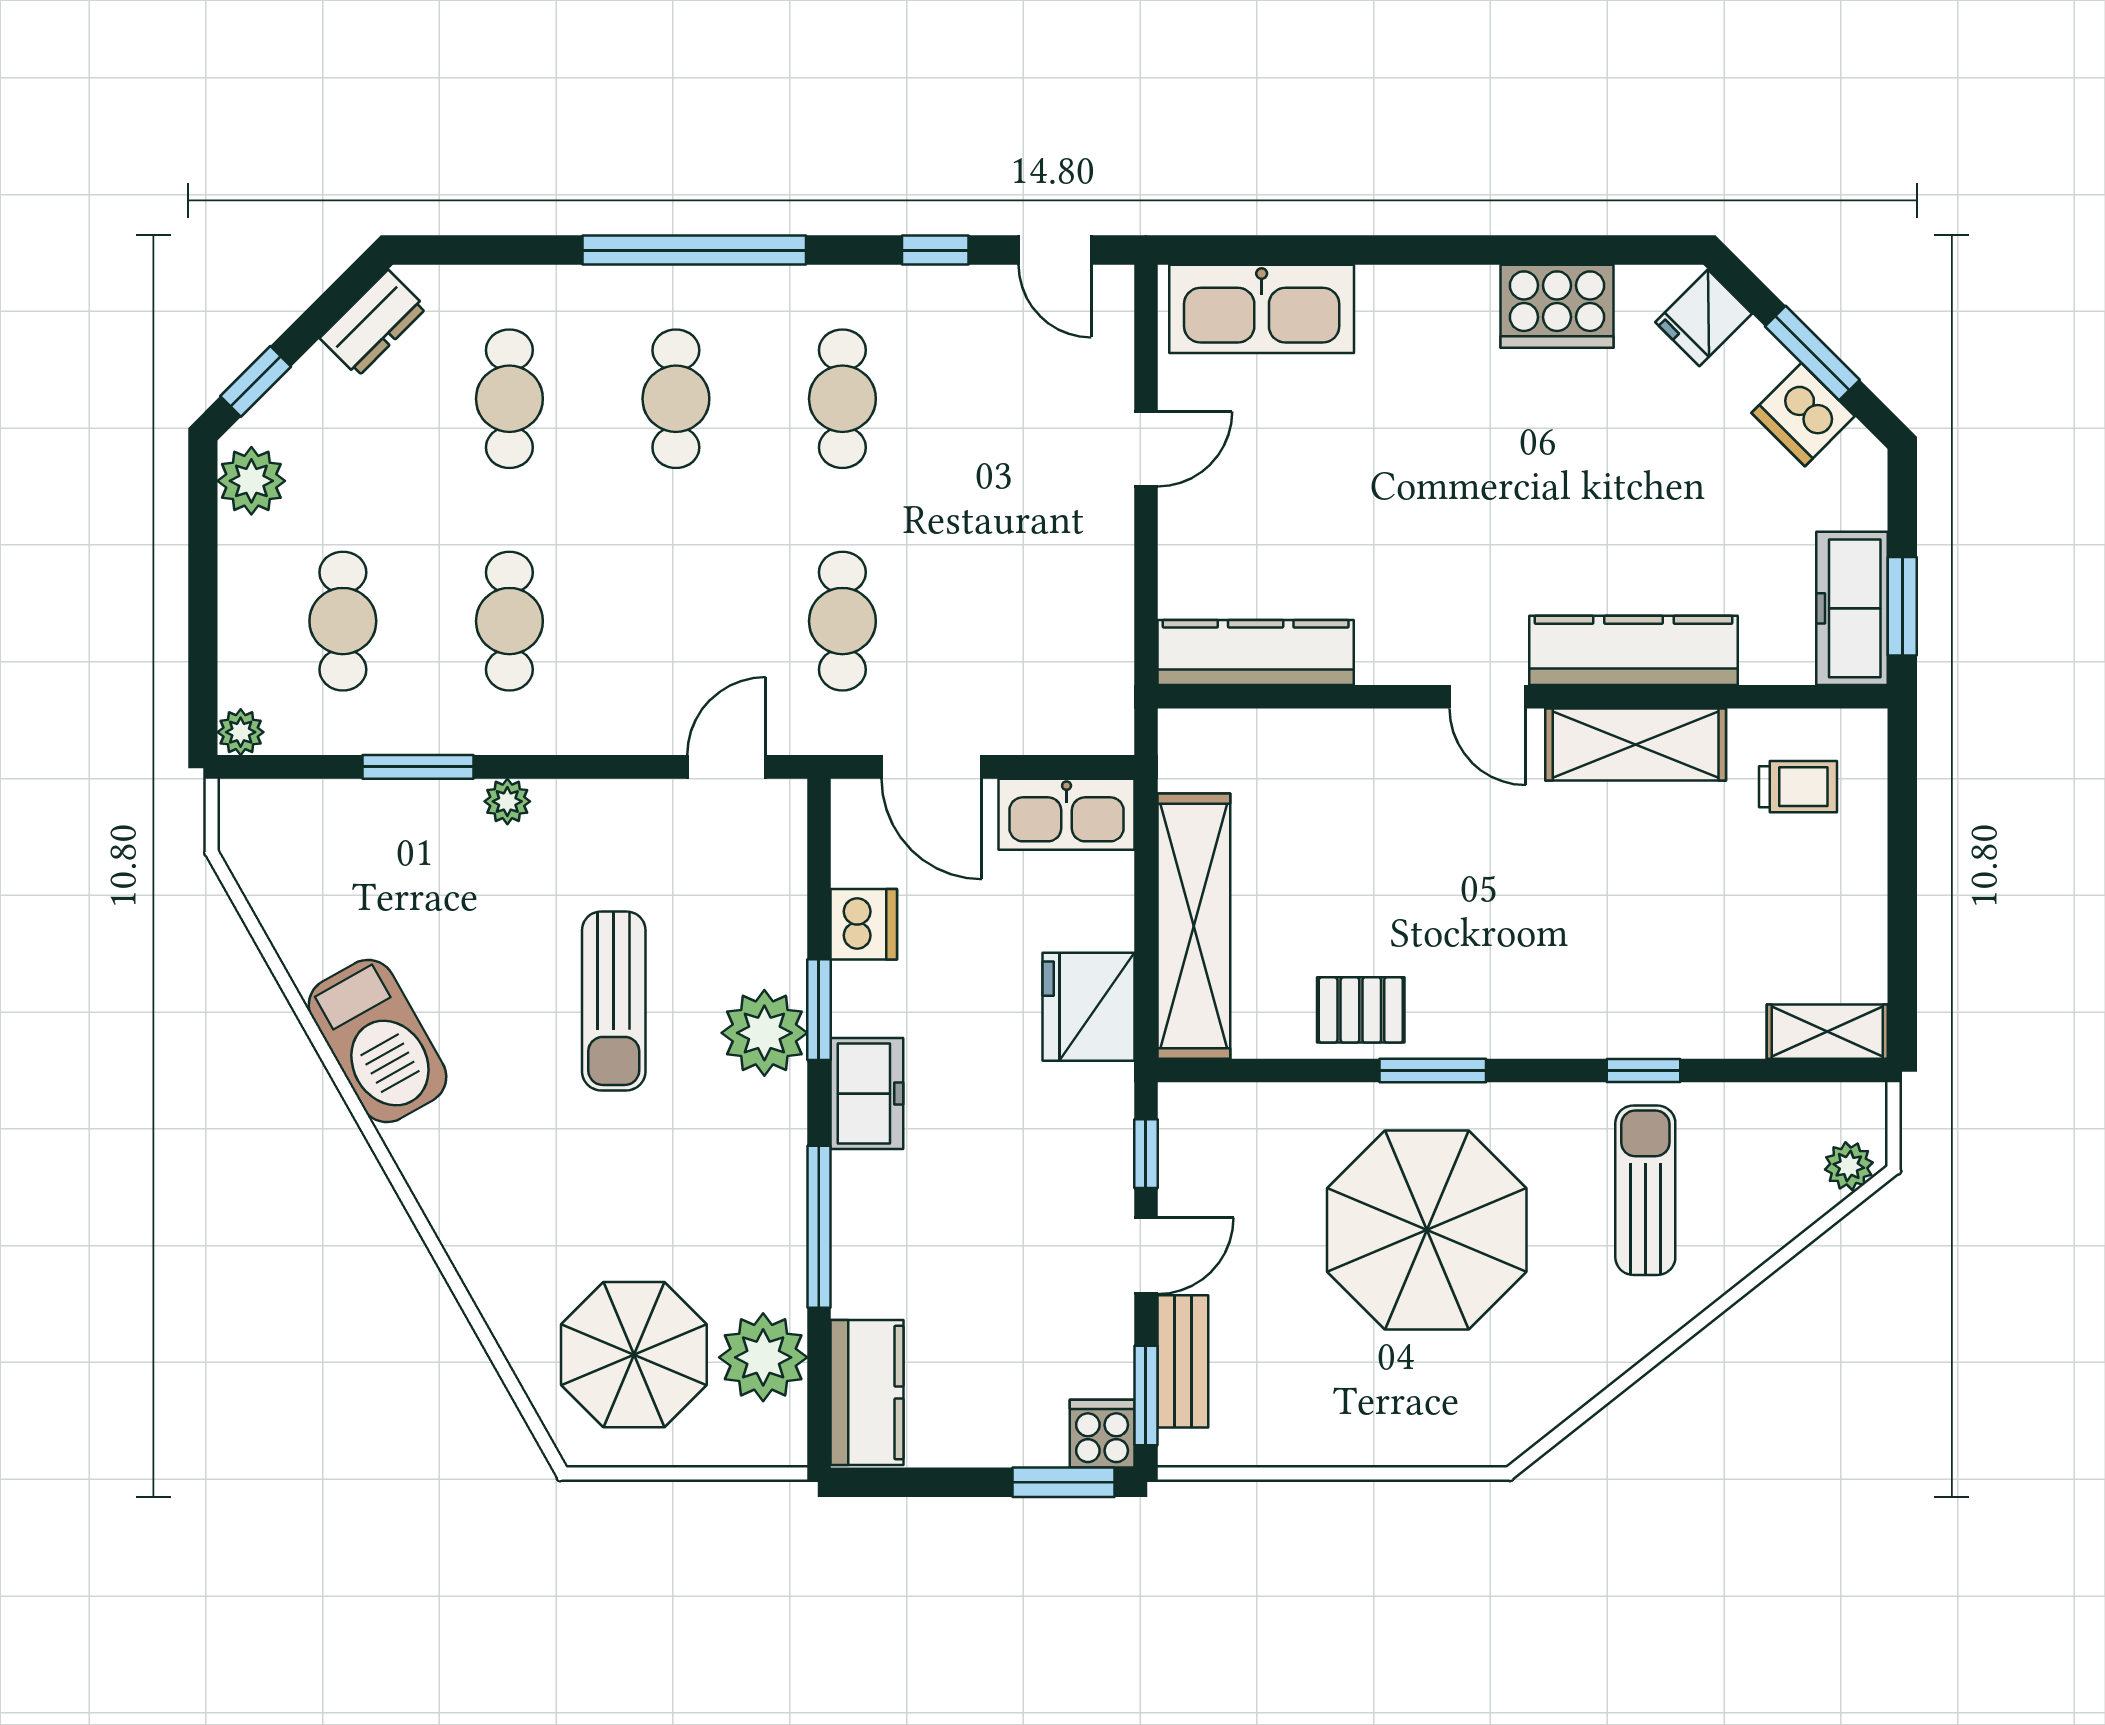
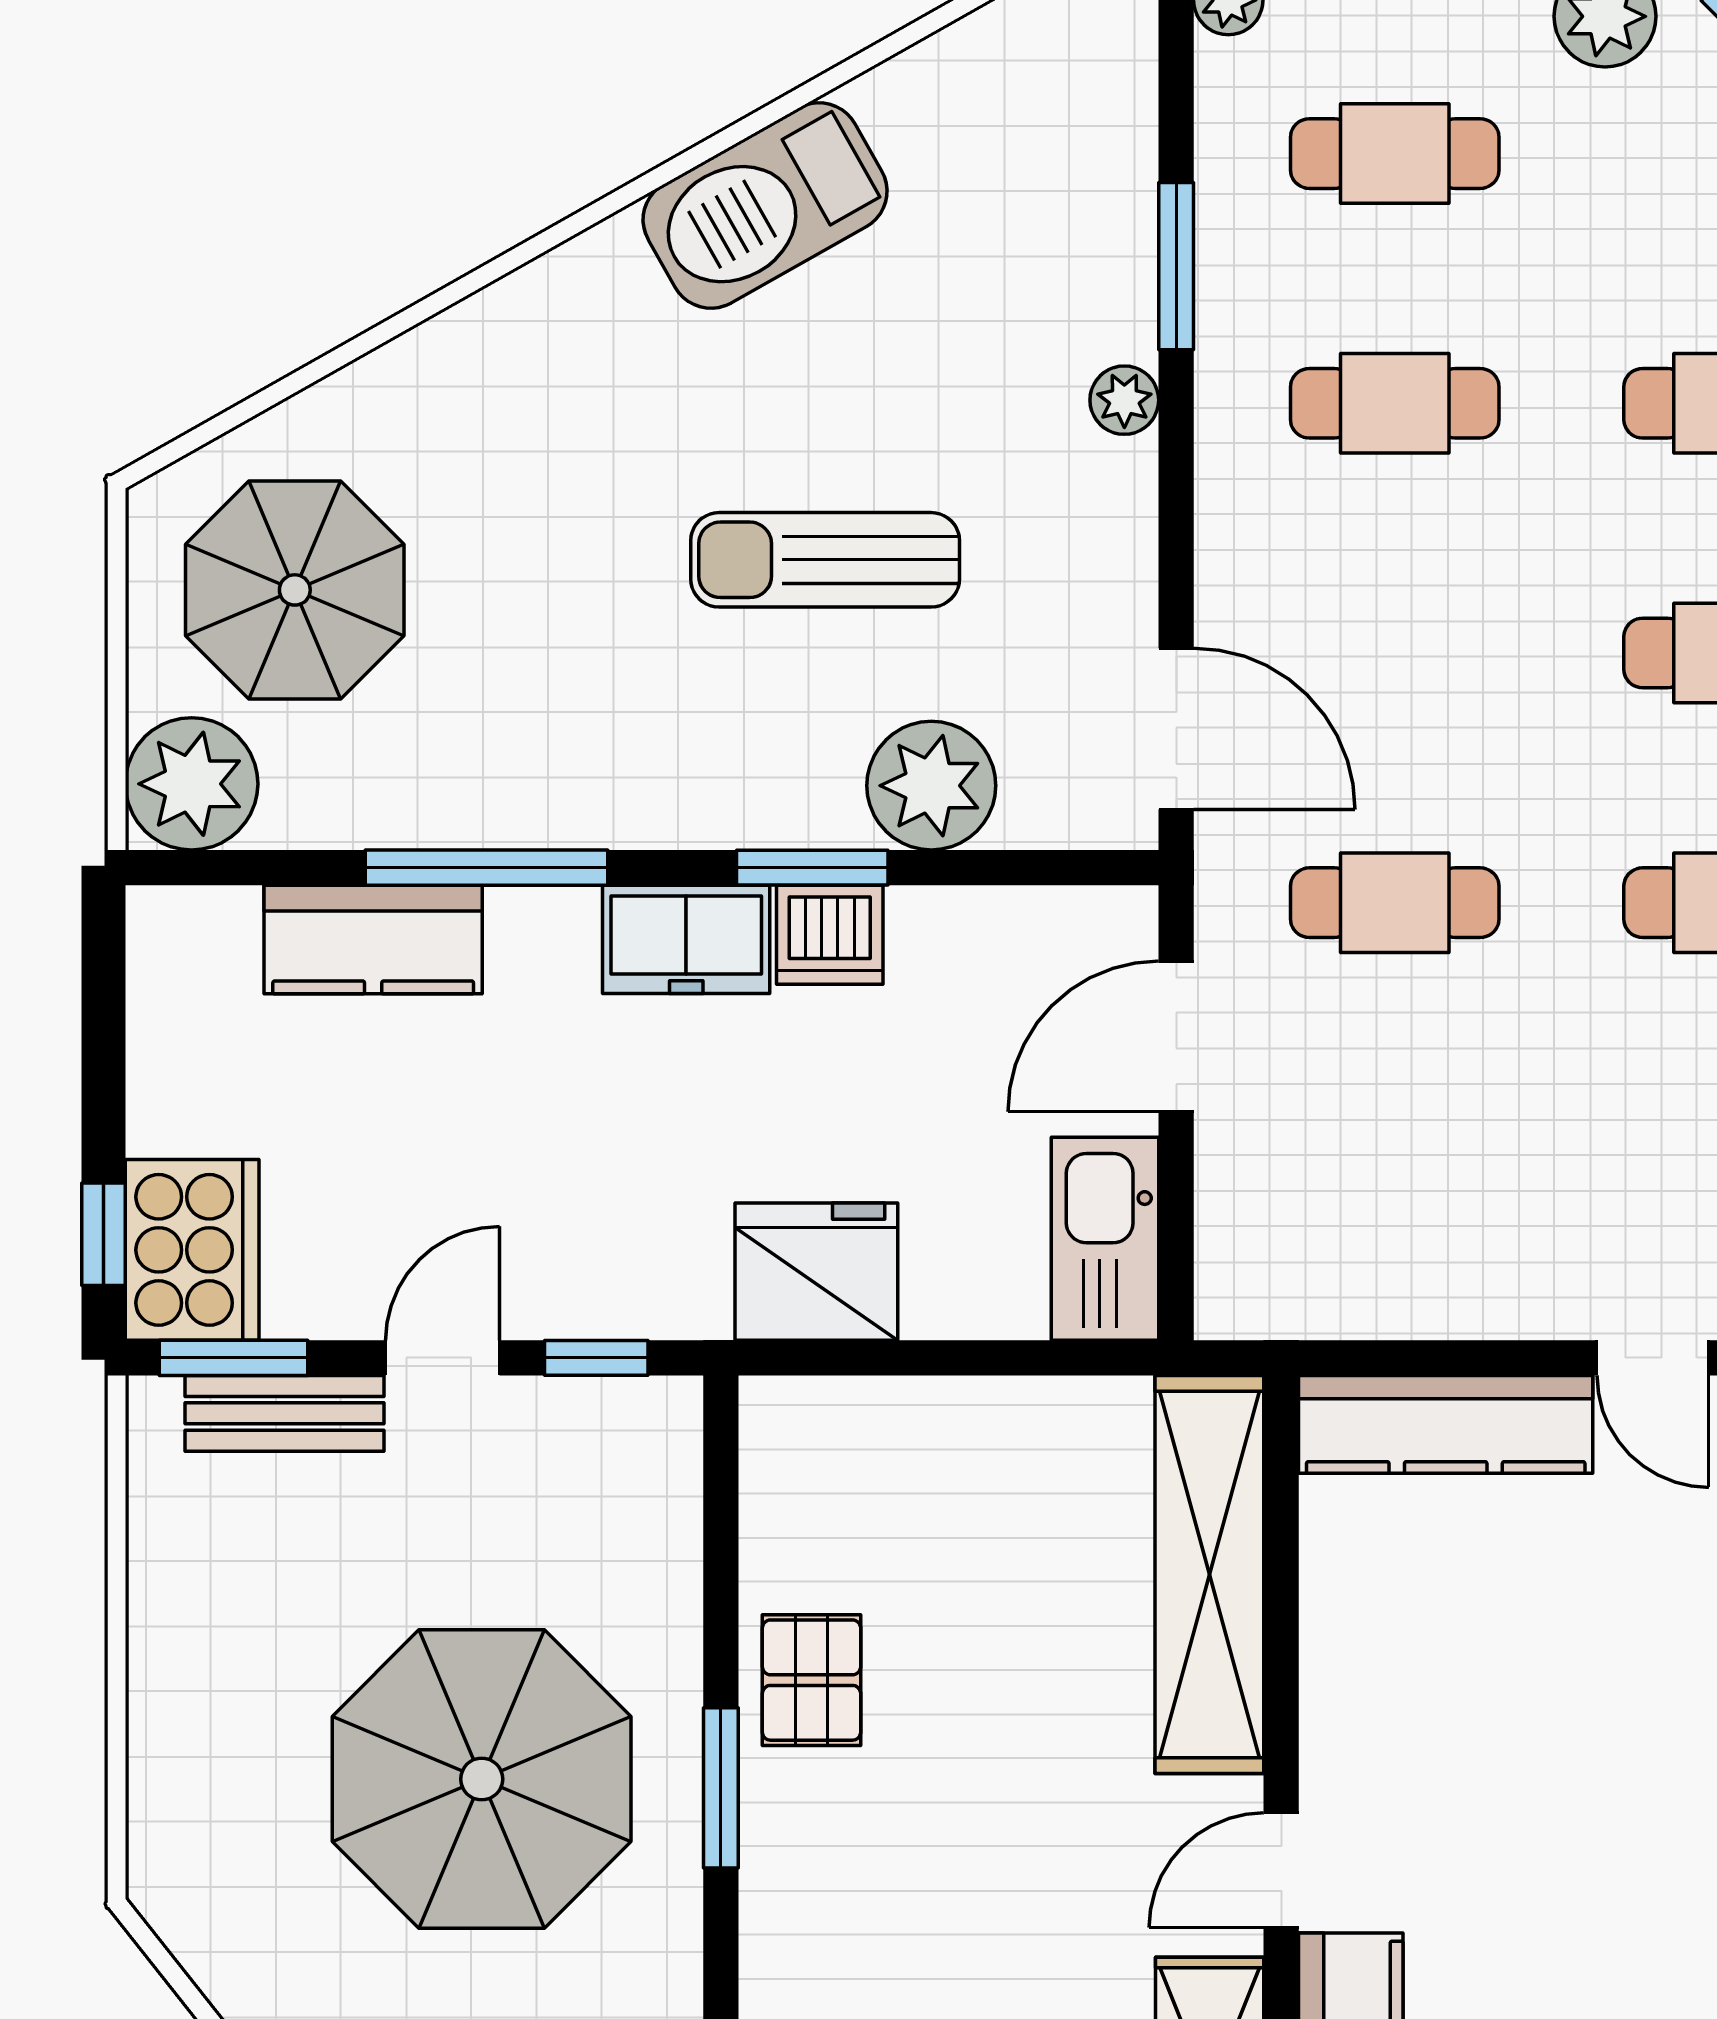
kitchen counter: (1256, 652) -> (1446, 1424), moved, turned 90
door: (726, 767) -> (1176, 729), width x1.37
dishwasher: (864, 924) -> (830, 935), moved
shelving: (1194, 926) -> (1209, 1575), moved, turned 90
plant: (764, 1033) -> (931, 786), moved
door: (1146, 1256) -> (443, 1358), swing flipped
plant: (763, 1357) -> (192, 784), moved
kitchen counter: (867, 1392) -> (373, 940), moved
cooker: (1102, 1434) -> (192, 1250), width x1.87, depth x1.31
window: (1063, 1482) -> (103, 1234), width x0.67

